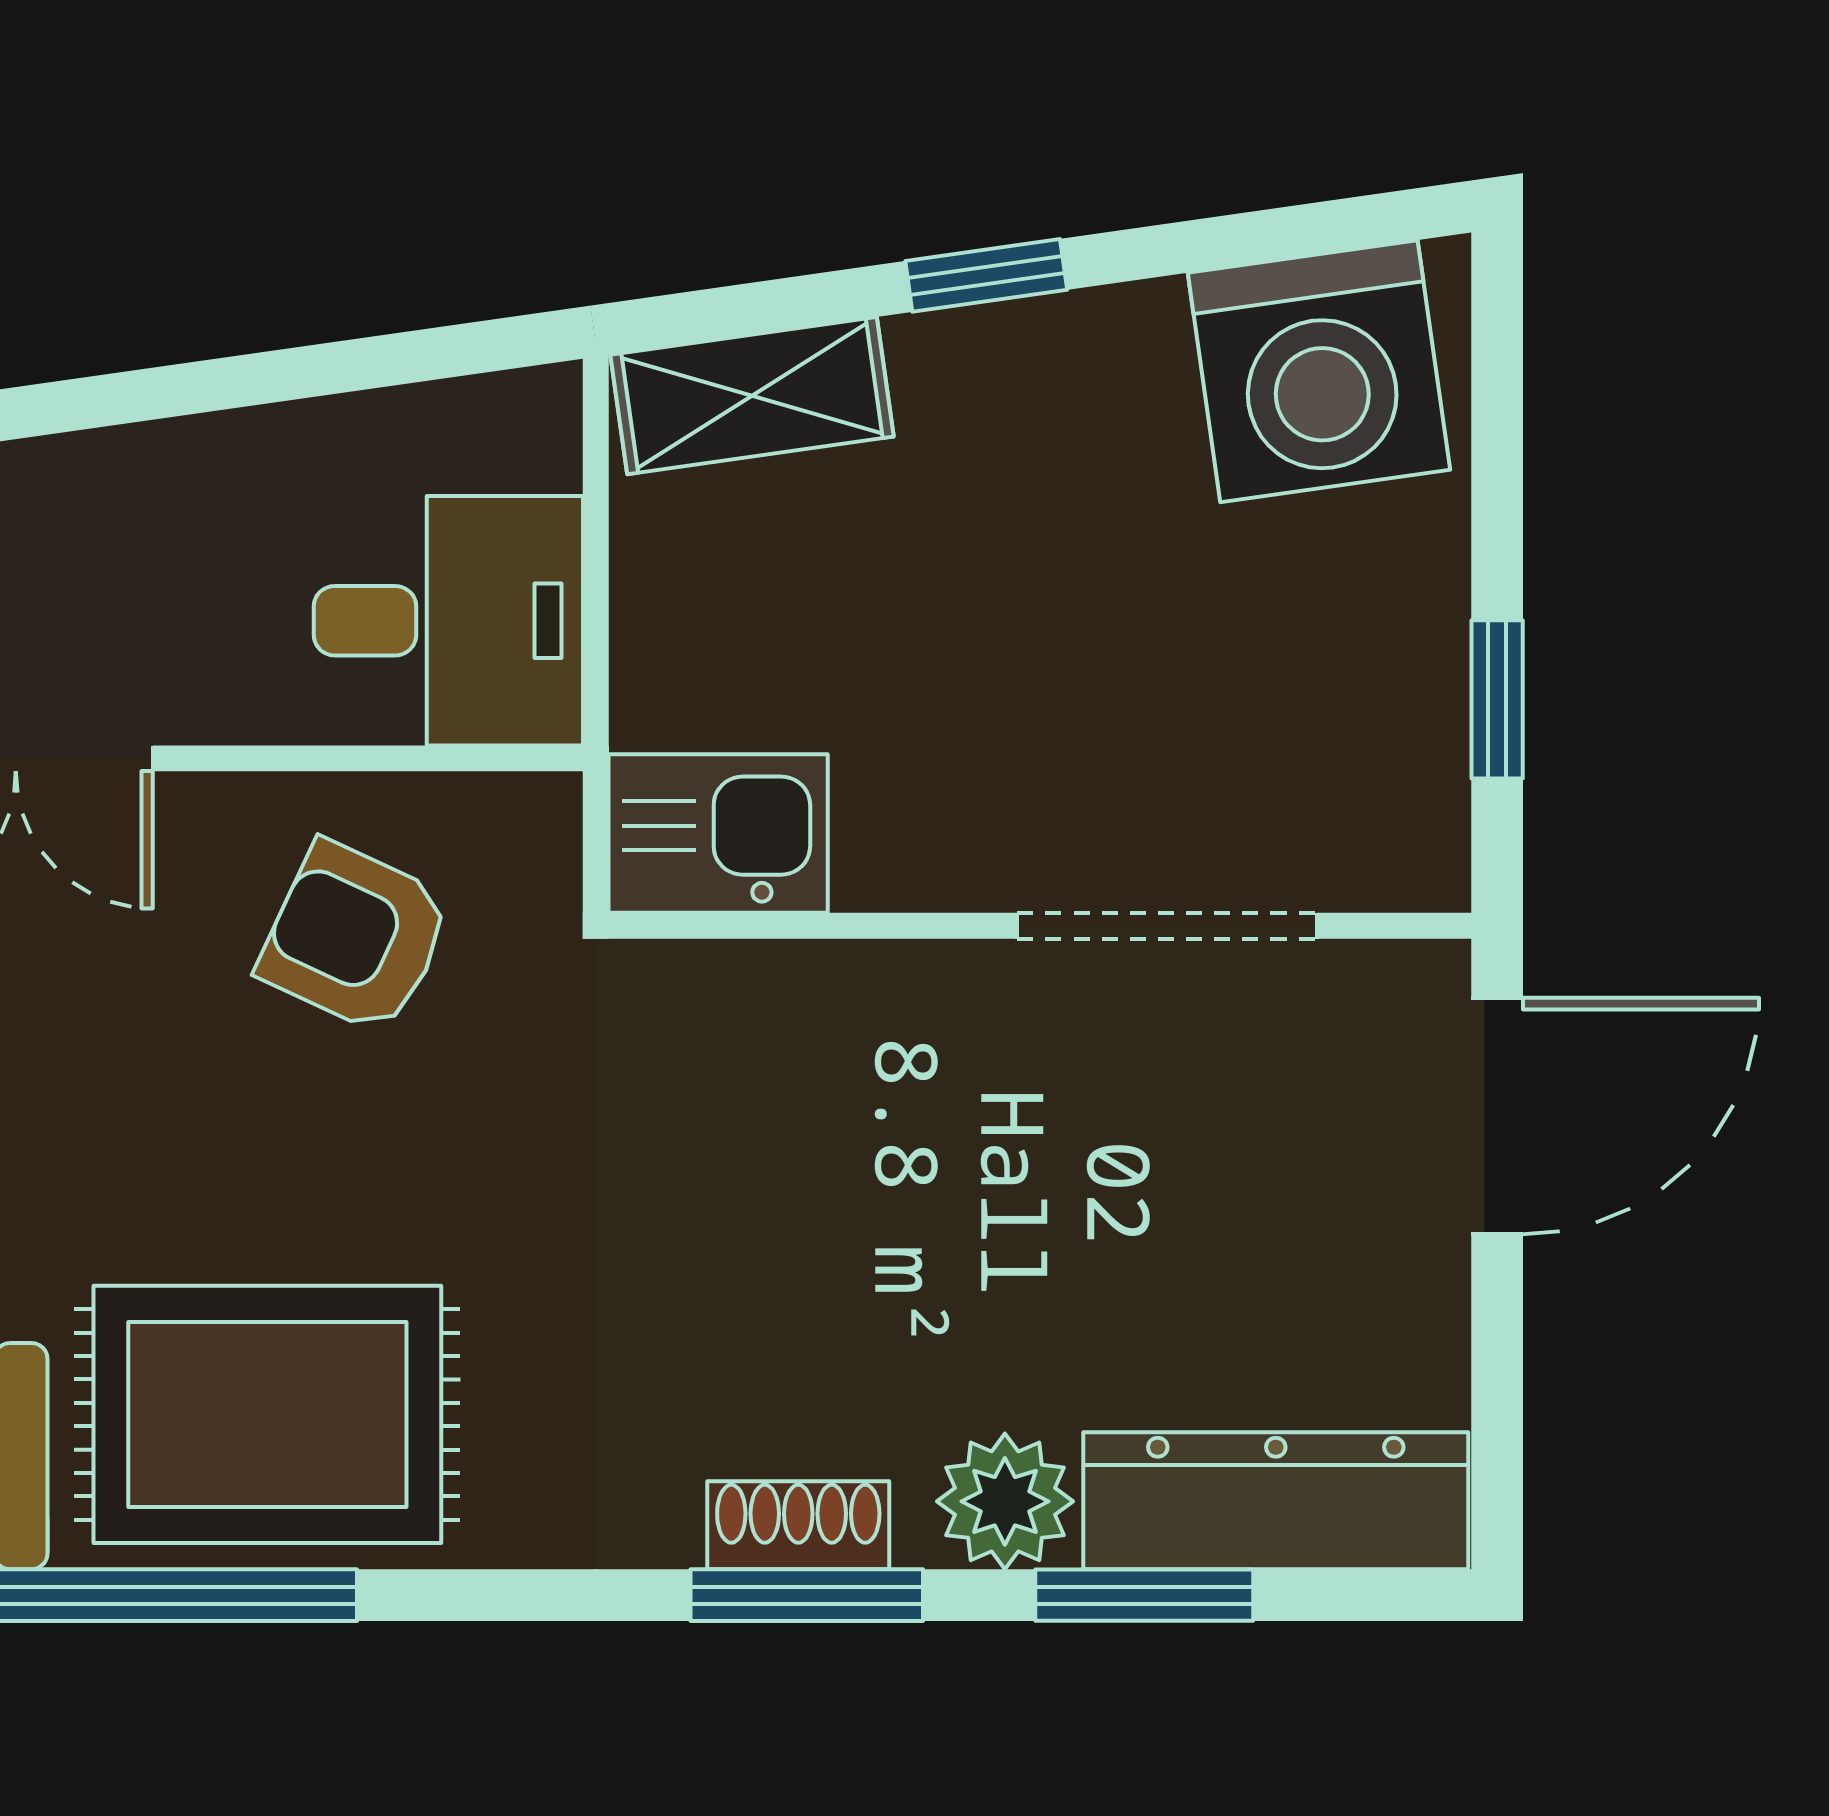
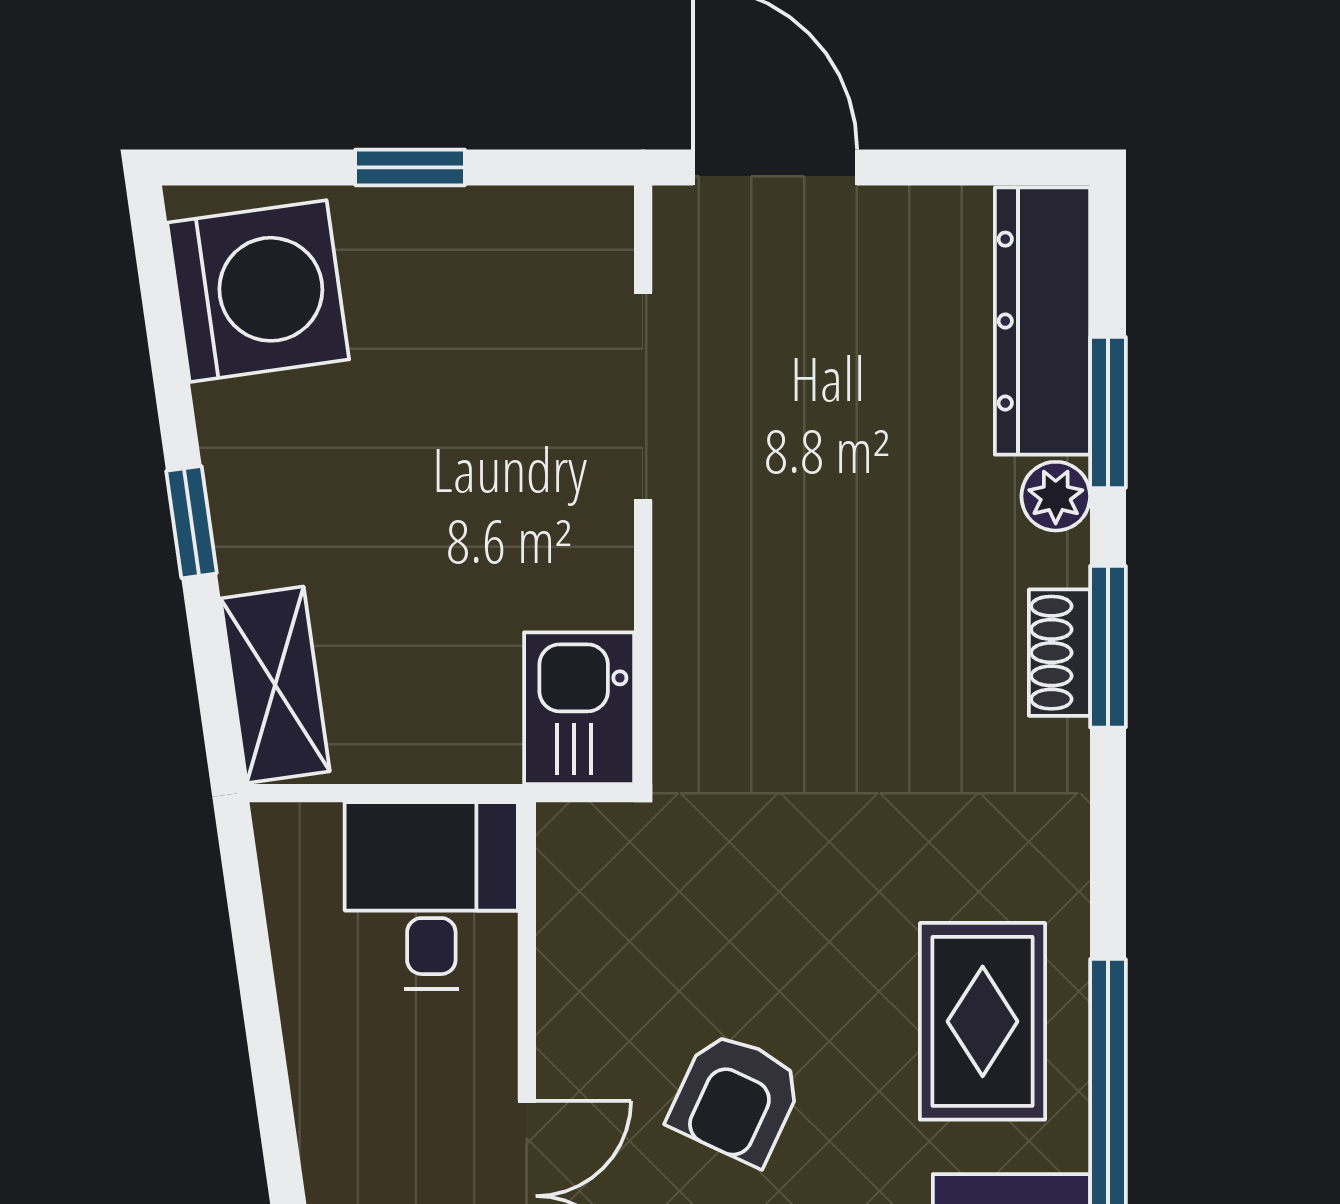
window: (1497, 699) -> (410, 167), moved
armchair: (355, 937) -> (736, 1098), moved
rug: (267, 1414) -> (983, 1021), width x0.73, depth x0.70
plant: (1005, 1501) -> (1056, 496), width x0.73, depth x0.73

